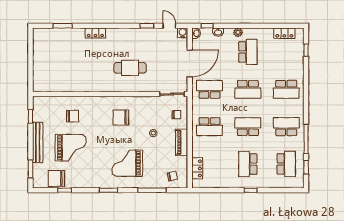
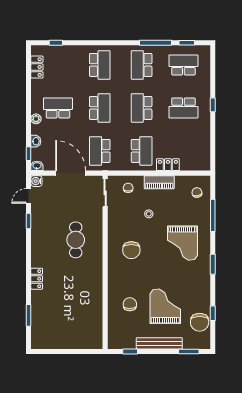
locker: (197, 168) -> (168, 165), moved

